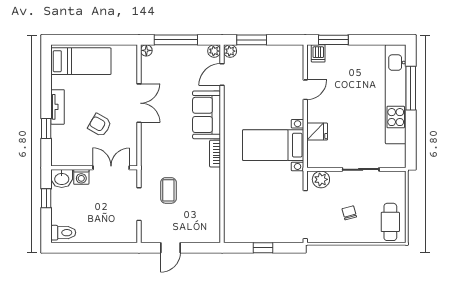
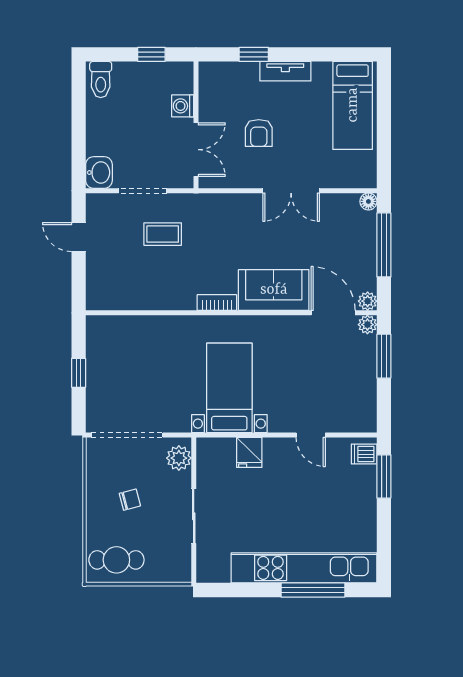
door: (222, 74) -> (333, 313), width x1.38
armchair: (100, 125) -> (259, 133), turned 150
washbasin: (62, 178) -> (99, 173), moved, turned 180

